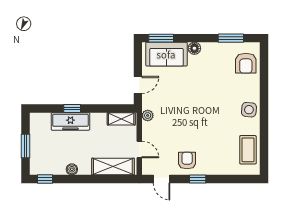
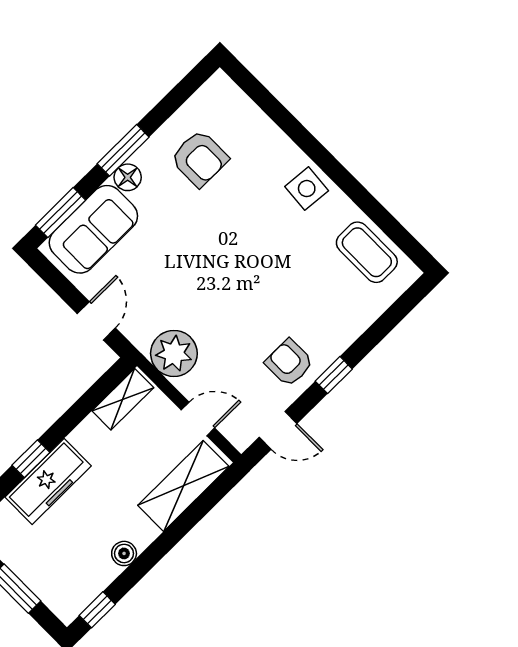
window: (231, 38) -> (123, 150), moved
armchair: (246, 63) -> (199, 158), moved
plant: (148, 115) -> (174, 353), width x1.87, depth x1.87

